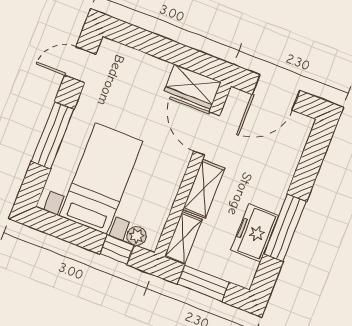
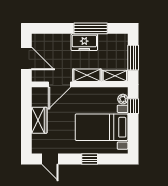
wardrobe: (193, 86) -> (39, 120), moved
window: (53, 135) -> (90, 159), width x0.46
freezer: (255, 233) -> (84, 42), moved

